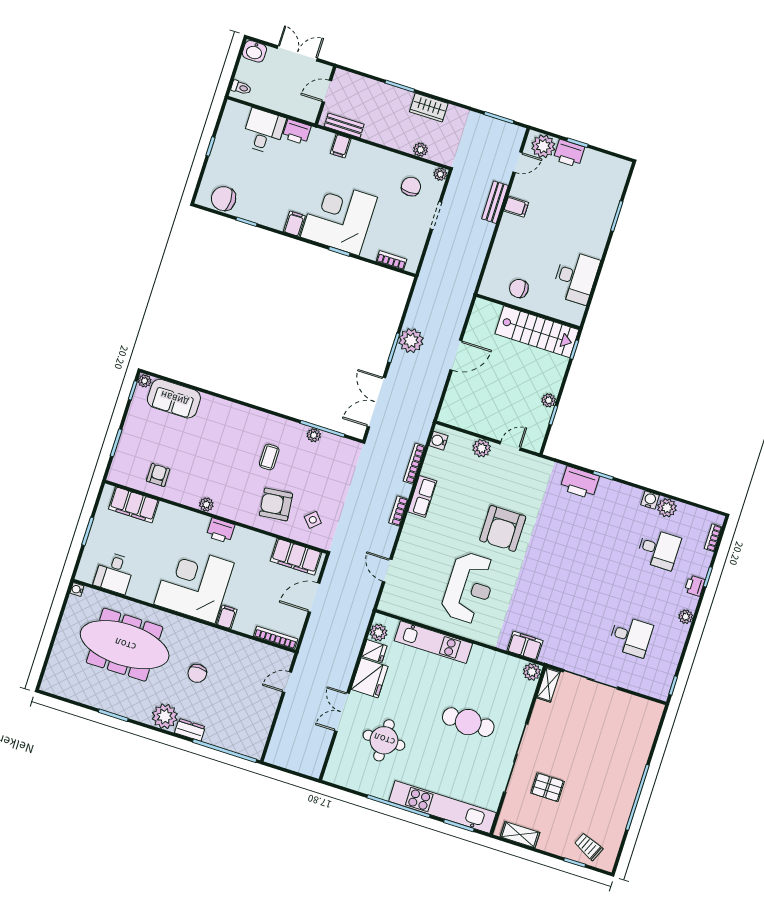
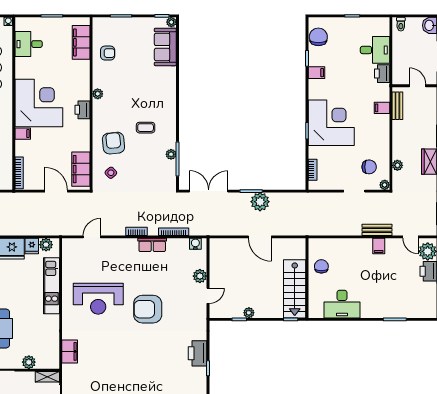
filing cabinet: (294, 224) -> (316, 73), moved
door: (510, 446) -> (208, 296), hinge flipped
plant: (532, 672) -> (29, 362), moved

